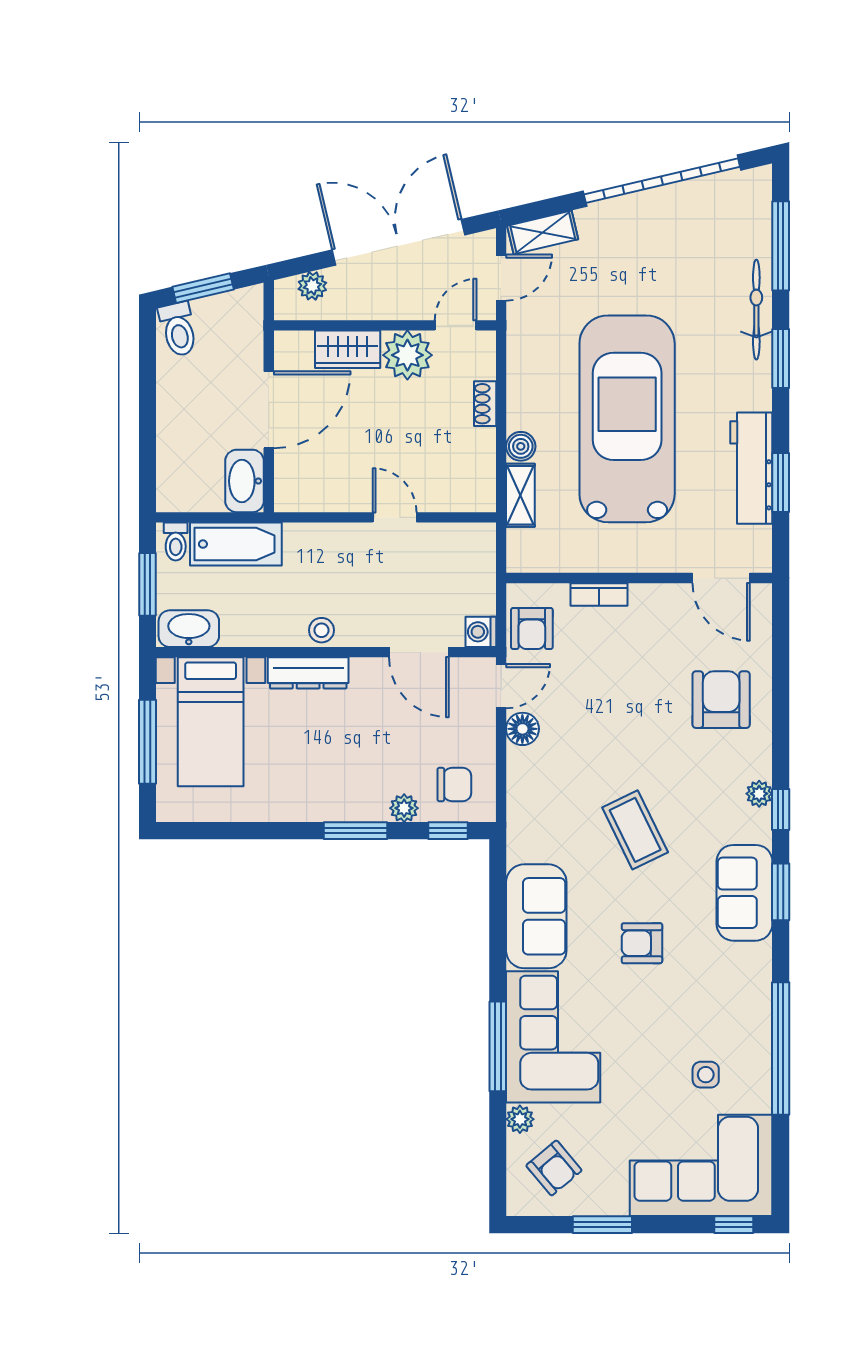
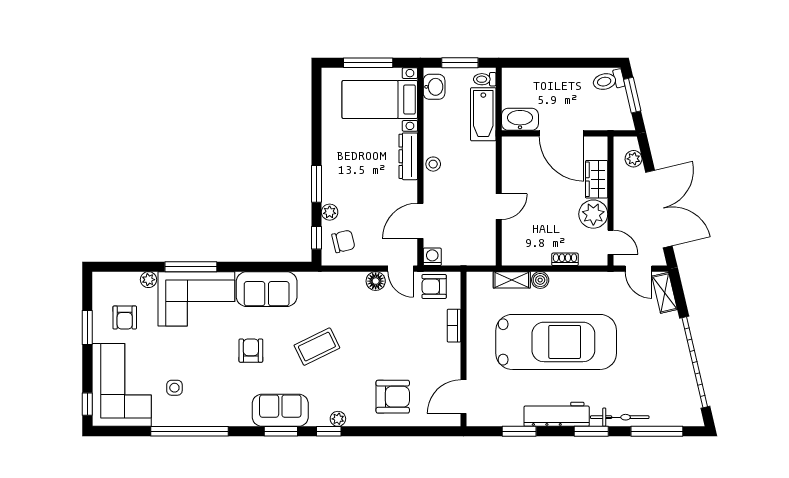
workbench: (751, 468) -> (557, 414), moved
washbasin: (189, 629) -> (434, 87), width x0.72
chair: (454, 784) -> (343, 241), turned -104
armchair: (554, 1168) -> (125, 318), moved, turned -50

